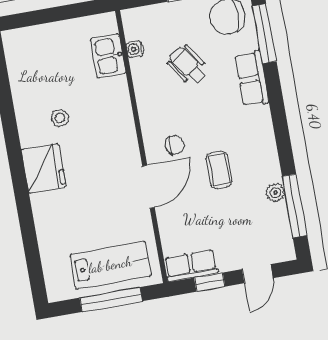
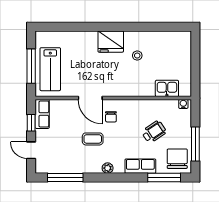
water cooler: (135, 49) -> (183, 104), moved
plant: (275, 193) -> (108, 168), moved

